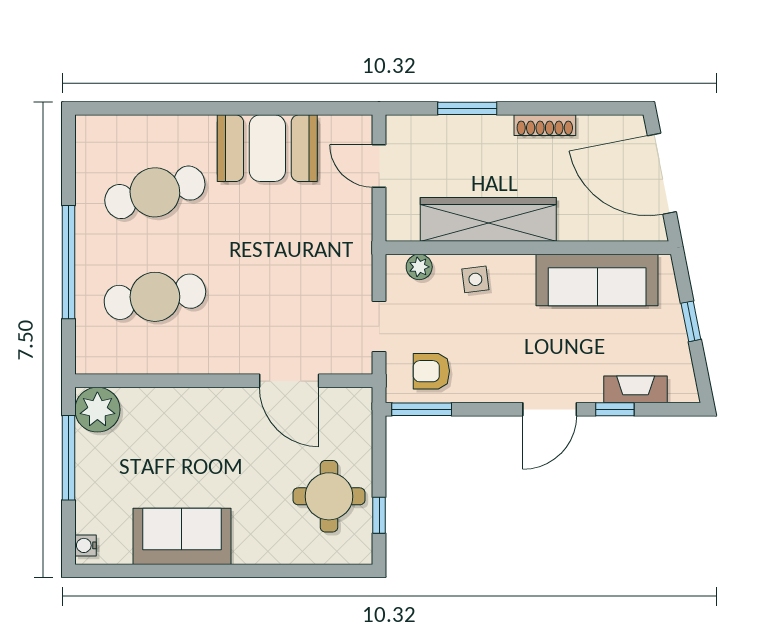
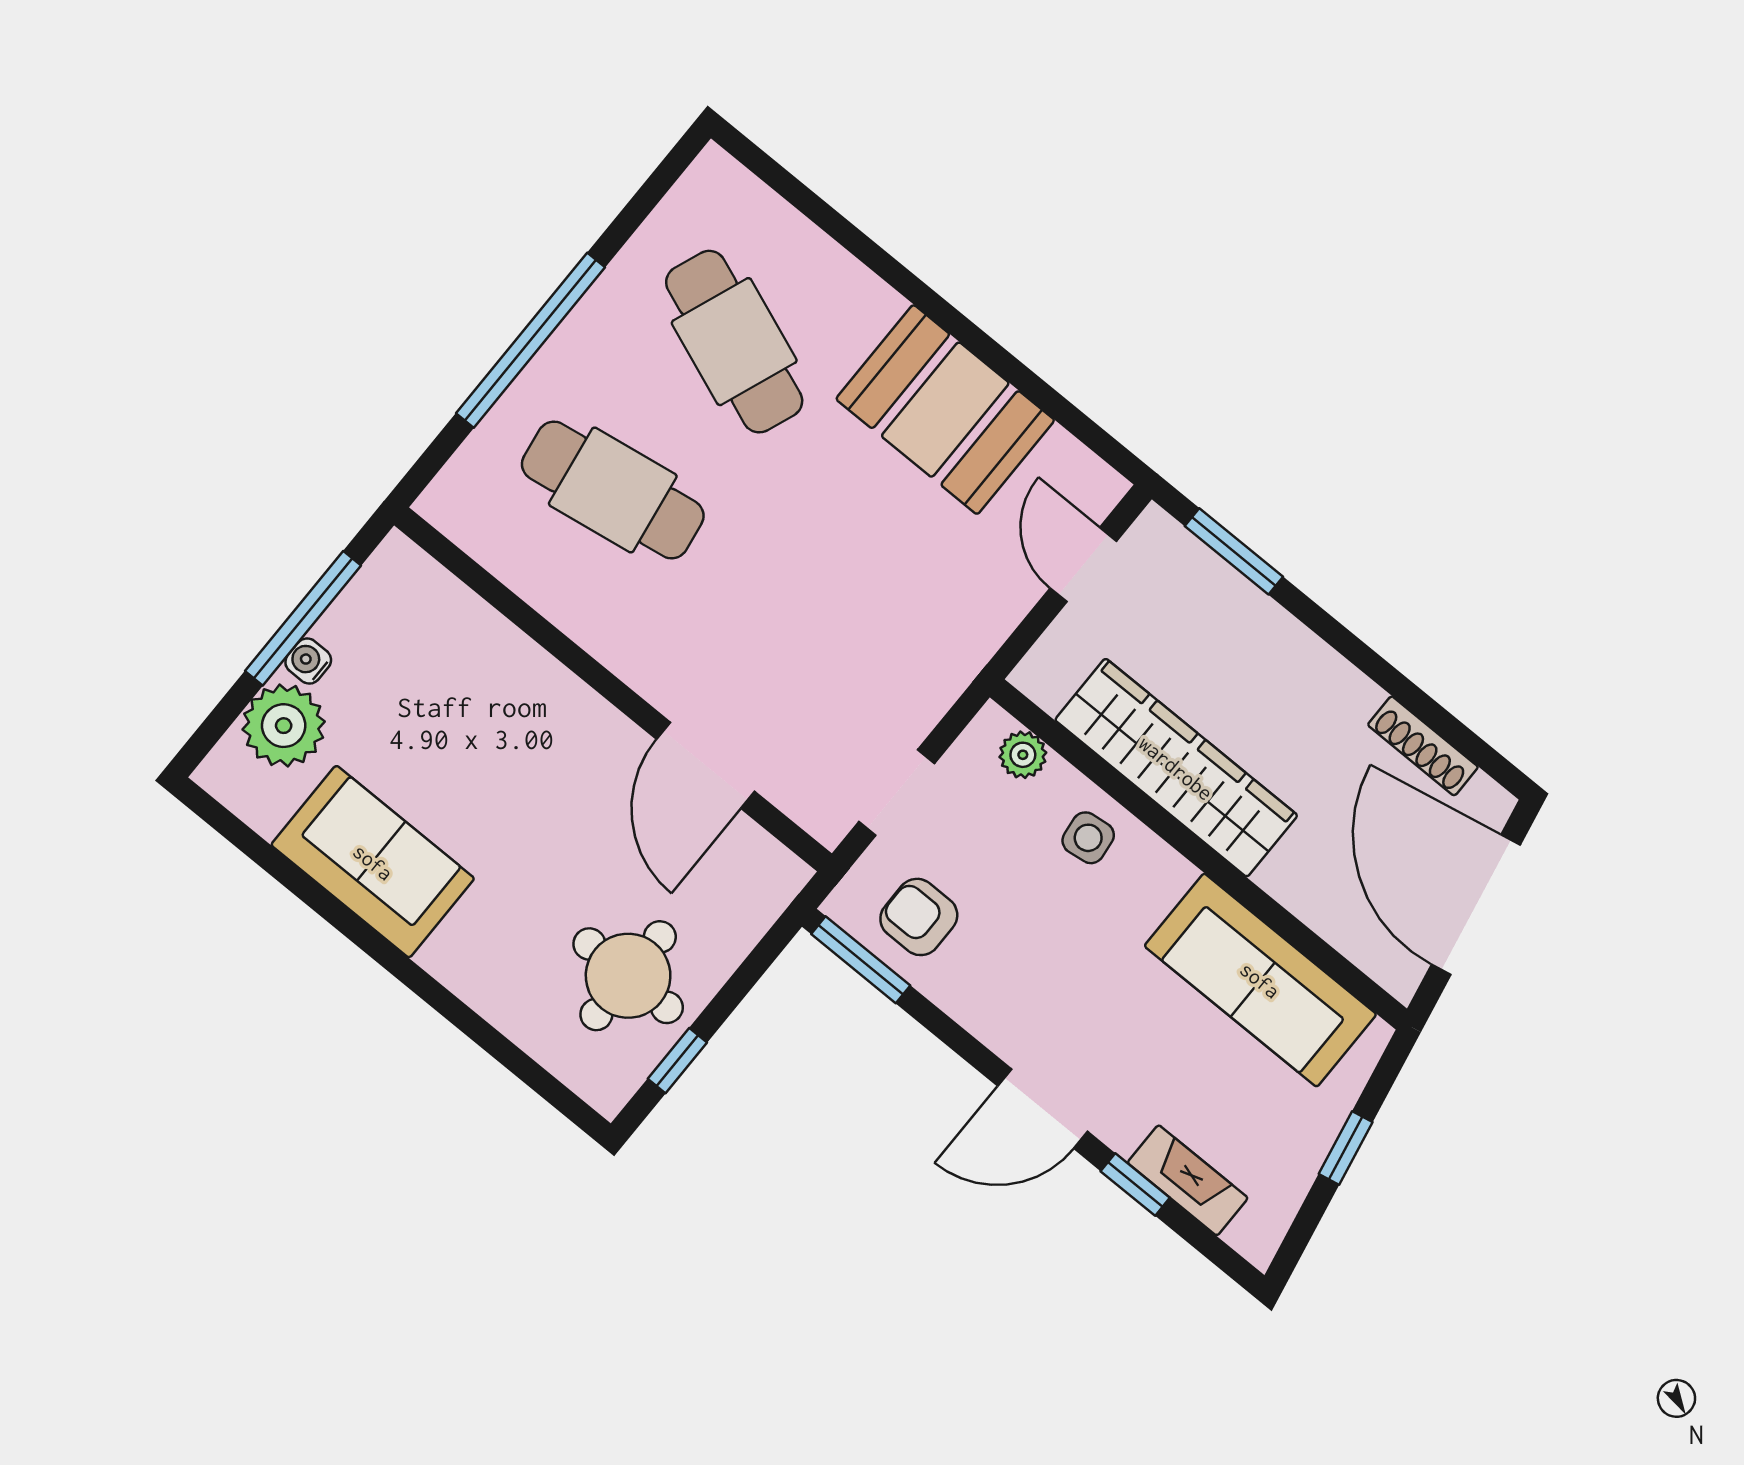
window: (467, 108) -> (1234, 551), moved
shoe rack: (545, 125) -> (1423, 746), moved
cafe table: (155, 192) -> (734, 342), turned 36
plant: (97, 410) -> (284, 726), moved
water cooler: (86, 545) -> (308, 661), moved

